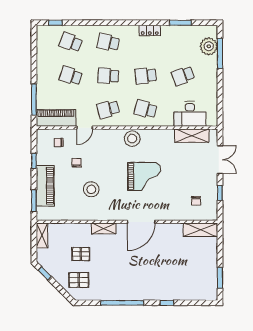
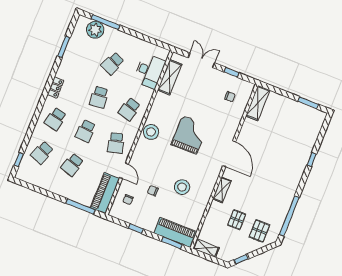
locker: (150, 30) -> (56, 88), moved
school desk: (183, 76) -> (113, 63), turned 45
piano: (45, 186) -> (175, 232), moved
window: (122, 303) -> (289, 216), moved

